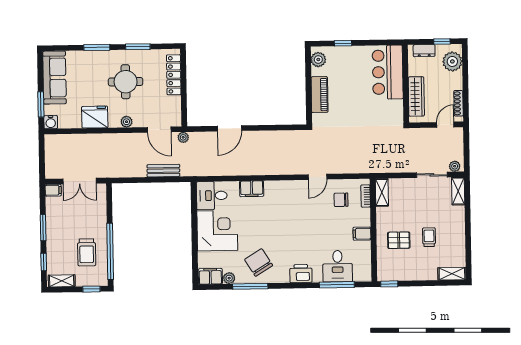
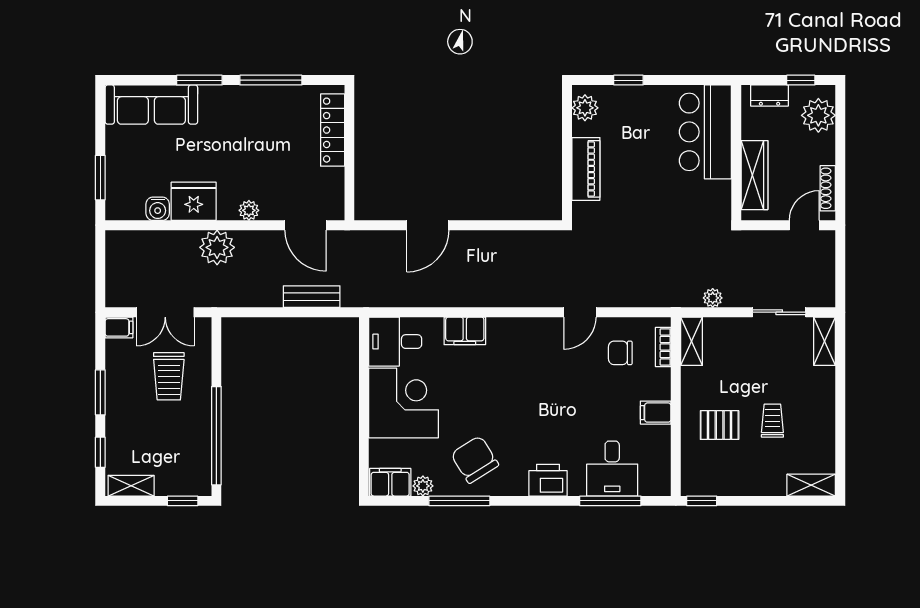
window: (138, 47) -> (271, 80), width x1.44
sofa: (55, 78) -> (151, 105), moved, turned 90
round table: (126, 82) -> (248, 141), removed
water cooler: (51, 122) -> (158, 209), moved
plant: (183, 137) -> (217, 247), moved, width x1.87, depth x1.87
plant: (455, 166) -> (713, 298), moved
trolley: (87, 252) -> (169, 376), moved

